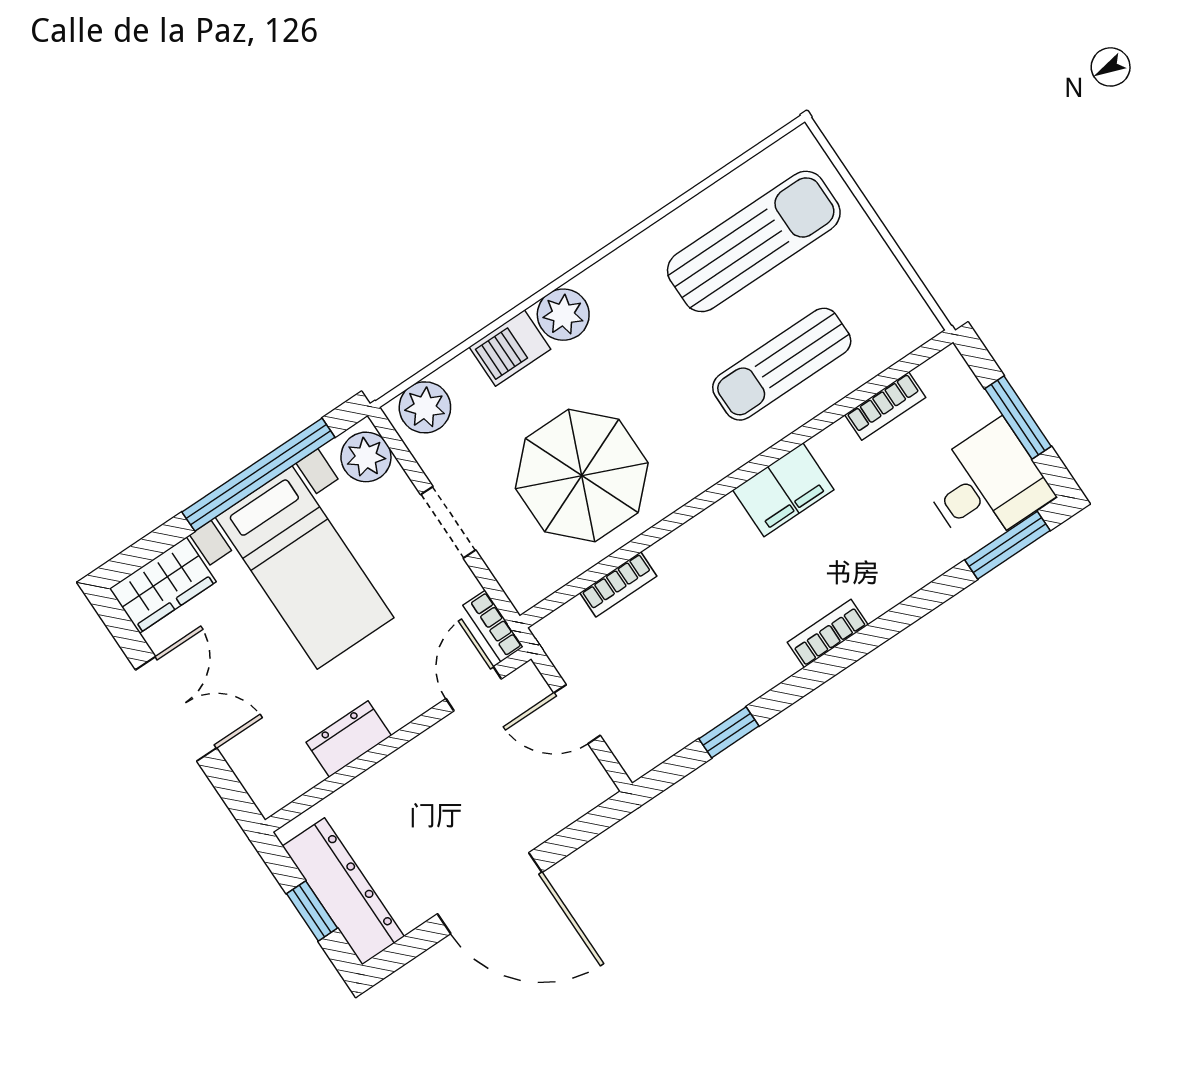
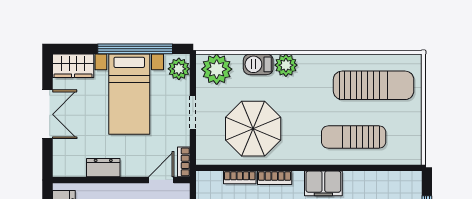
bookcase: (885, 406) -> (275, 178), moved
plant: (425, 407) -> (217, 69), width x1.36, depth x1.36

